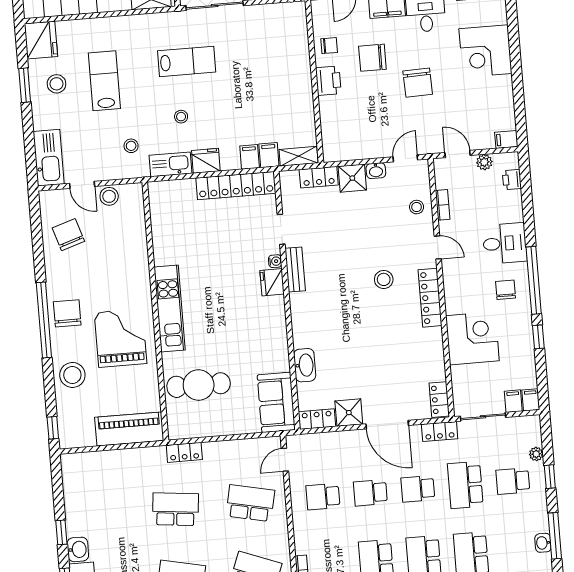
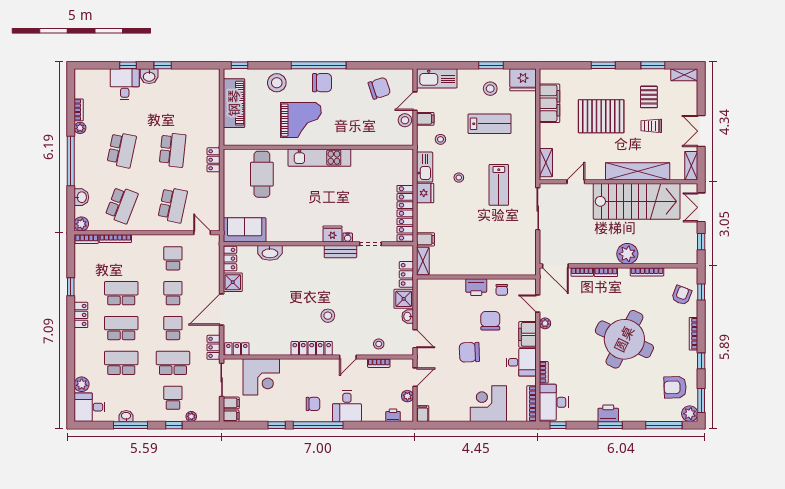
filing cabinet: (250, 157) -> (425, 119), moved
corner desk: (472, 338) -> (261, 377), moved
piano: (129, 429) -> (234, 103), moved

